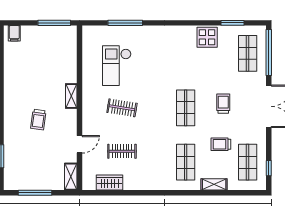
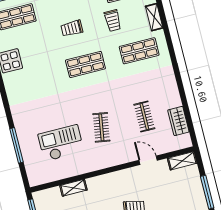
checkout: (117, 66) -> (61, 143), turned 180
shelving: (71, 96) -> (73, 188), moved

